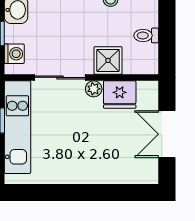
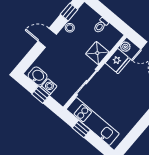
washing machine: (14, 54) -> (49, 87), moved
plant: (94, 89) -> (125, 47), moved

